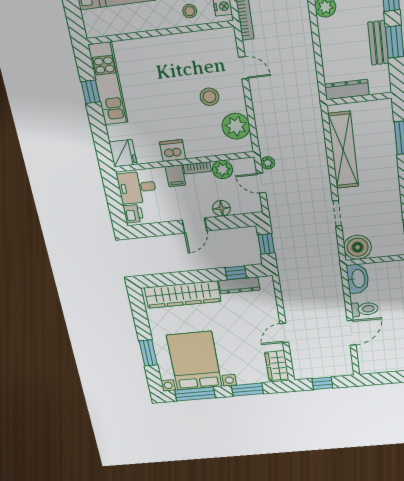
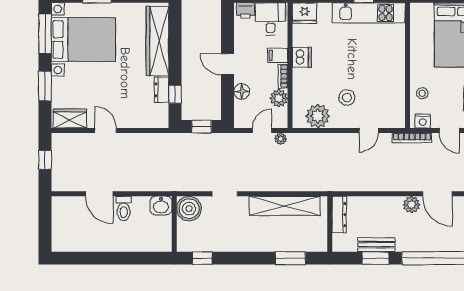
washbasin: (358, 279) -> (161, 206), width x0.72
dresser: (239, 285) -> (162, 90), width x0.70

